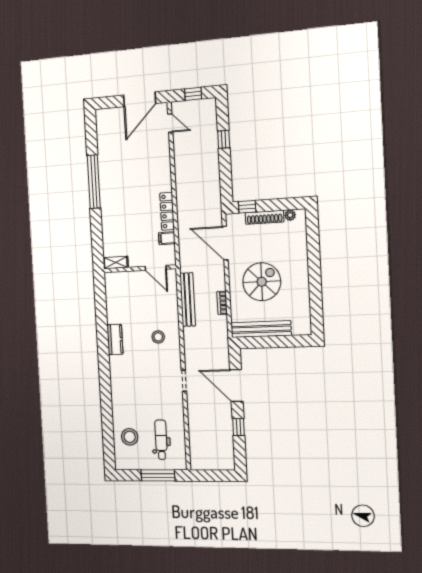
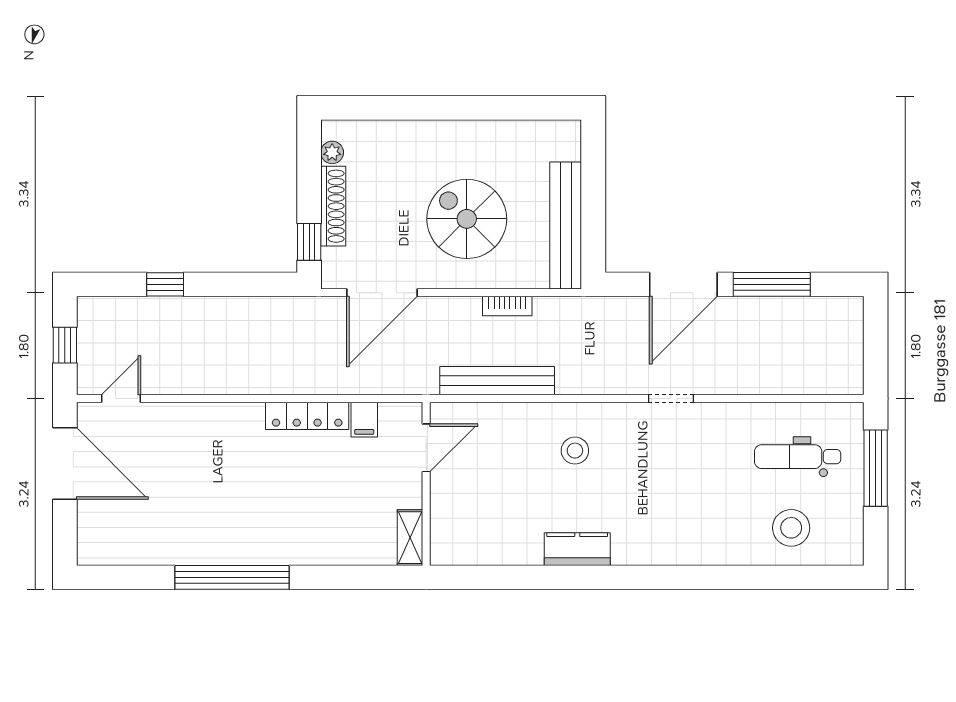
window: (238, 427) -> (772, 284), width x2.17

